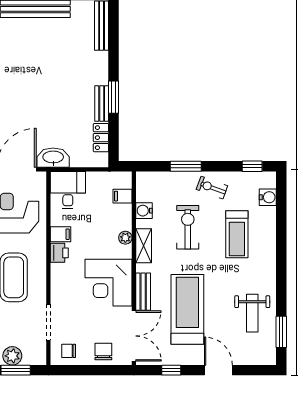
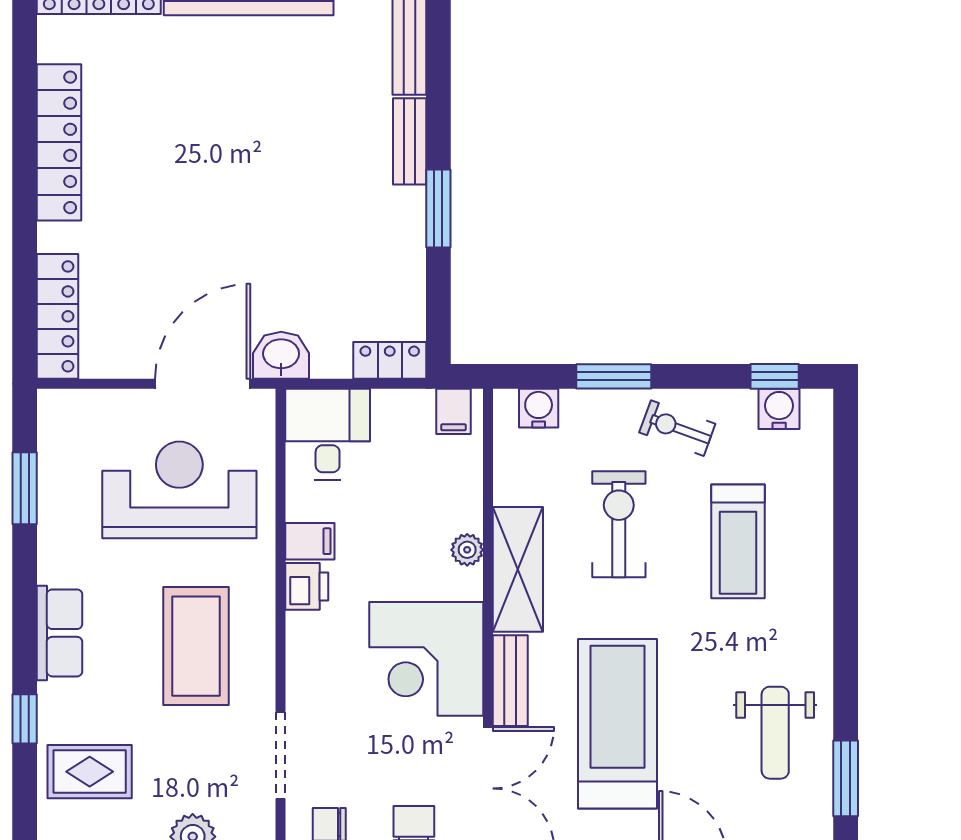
bench: (102, 103) -> (410, 141), moved
locker: (101, 138) -> (390, 360), moved, turned 90
washbasin: (53, 158) -> (281, 355), width x0.72
filing cabinet: (123, 196) -> (453, 411), moved, turned -90
water cooler: (268, 197) -> (779, 409), moved, turned -90
water cooler: (144, 211) -> (539, 408), moved, turned 90
shelving: (144, 246) -> (518, 569), width x1.50, depth x1.33

